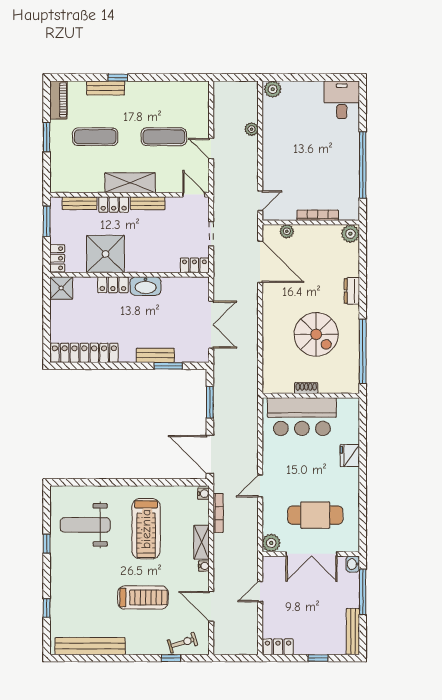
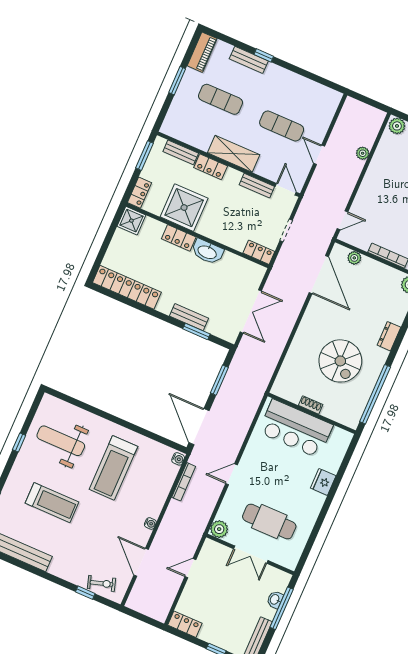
bench: (148, 203) -> (257, 186), moved
shelving: (202, 542) -> (157, 501), removed
double door: (311, 554) -> (251, 555), width x0.73
washbasin: (353, 564) -> (275, 600), moved
treadmill: (143, 598) -> (52, 503), moved

